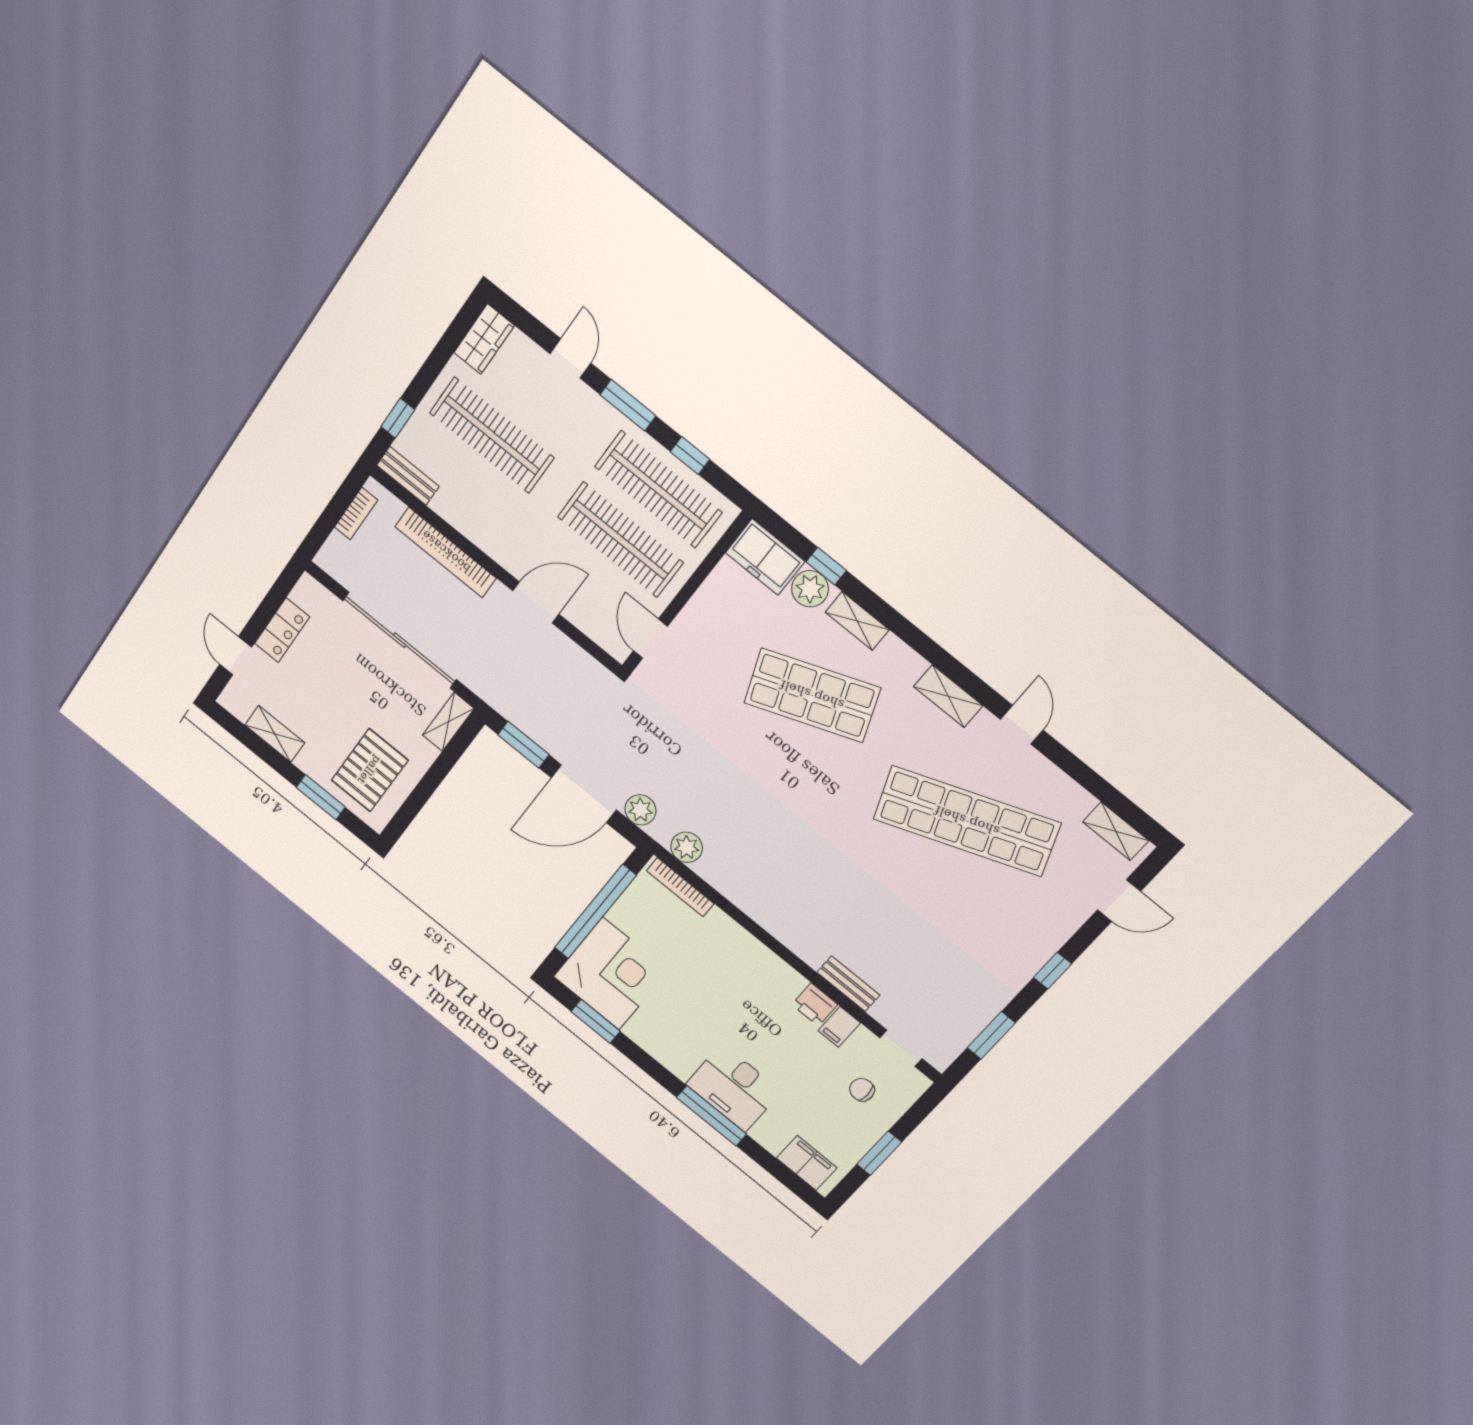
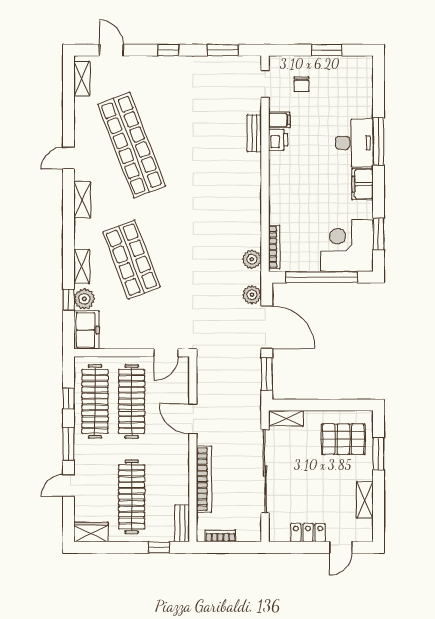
filing cabinet: (807, 1163) -> (362, 184), moved

